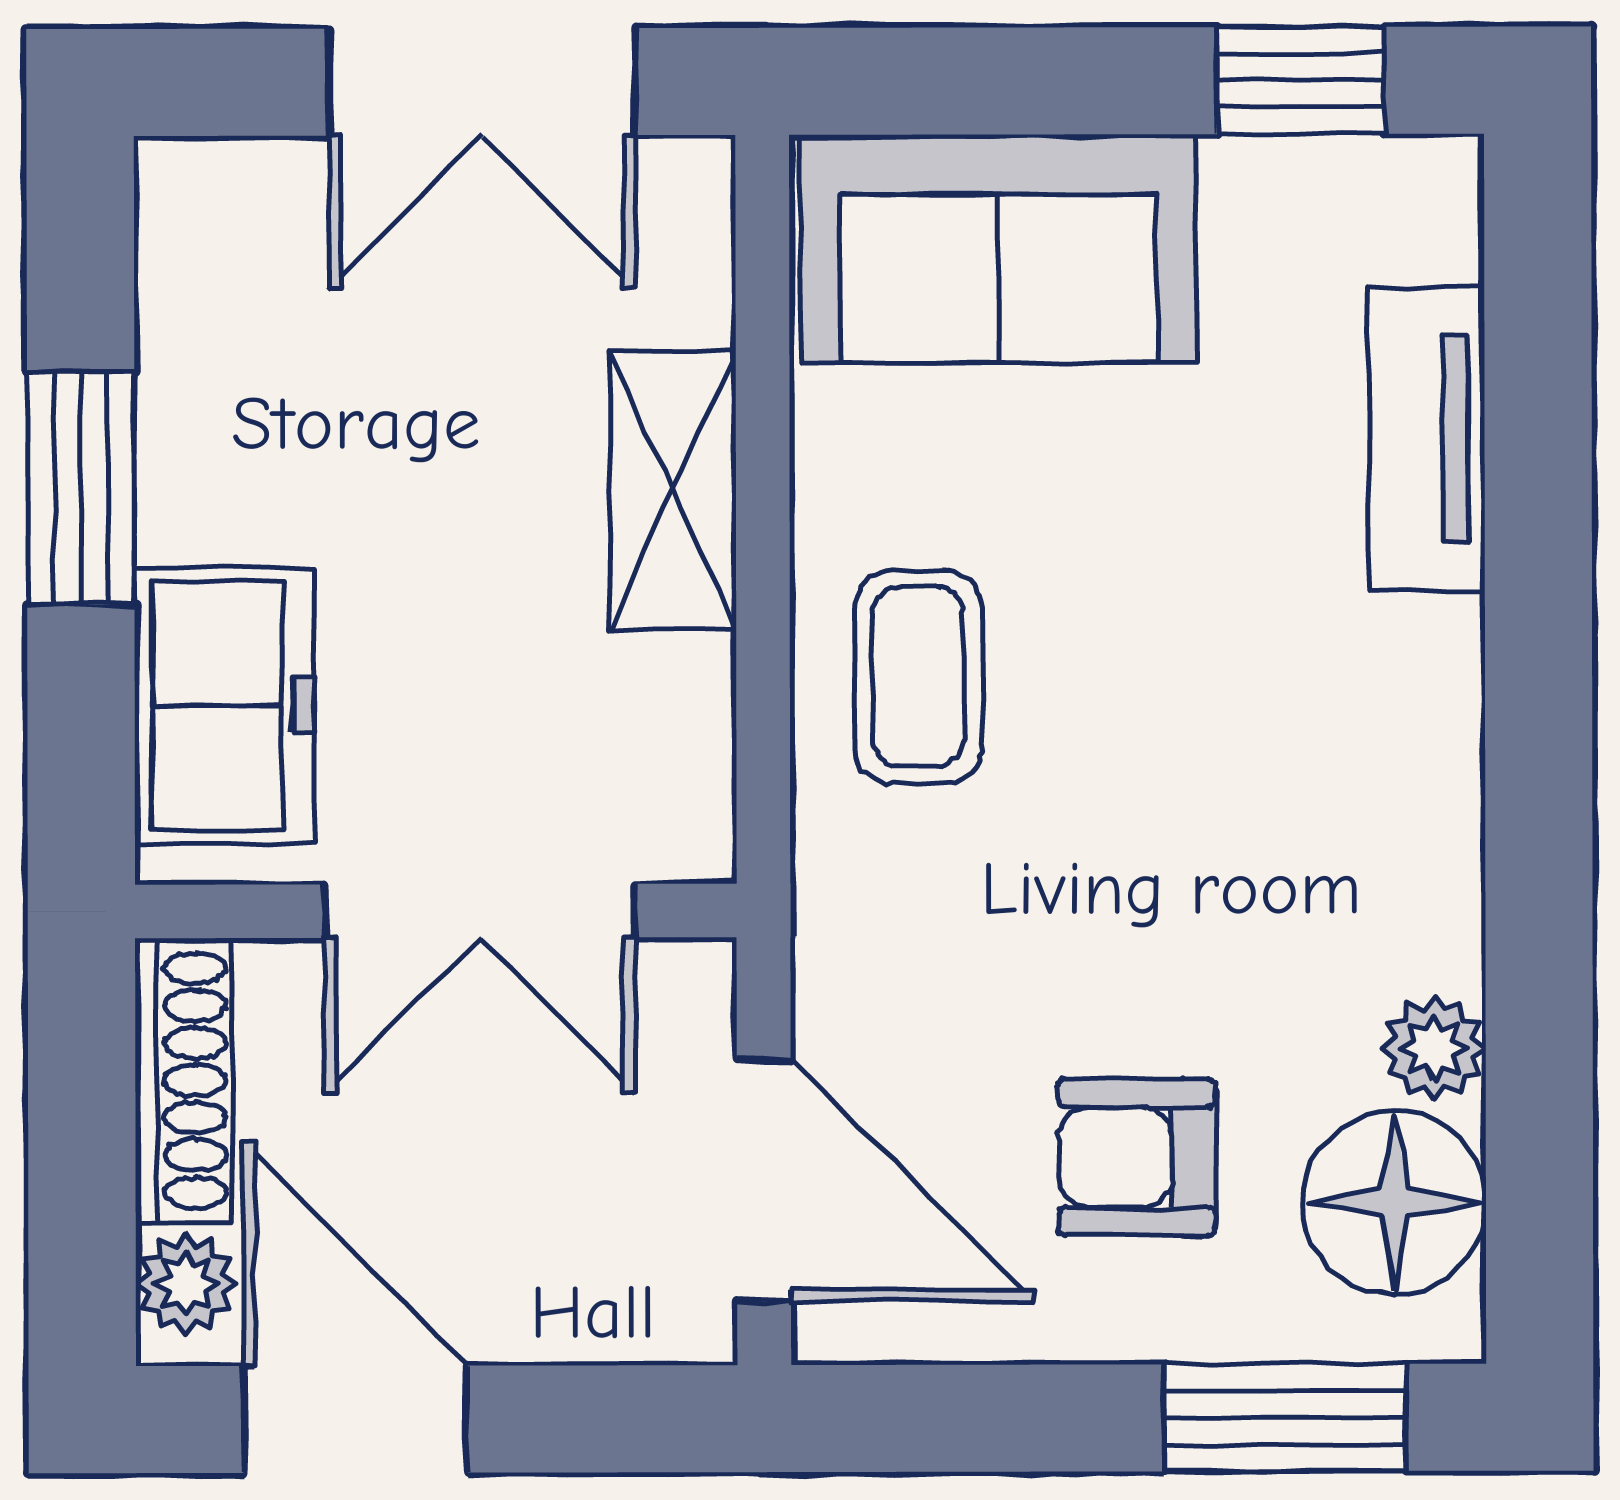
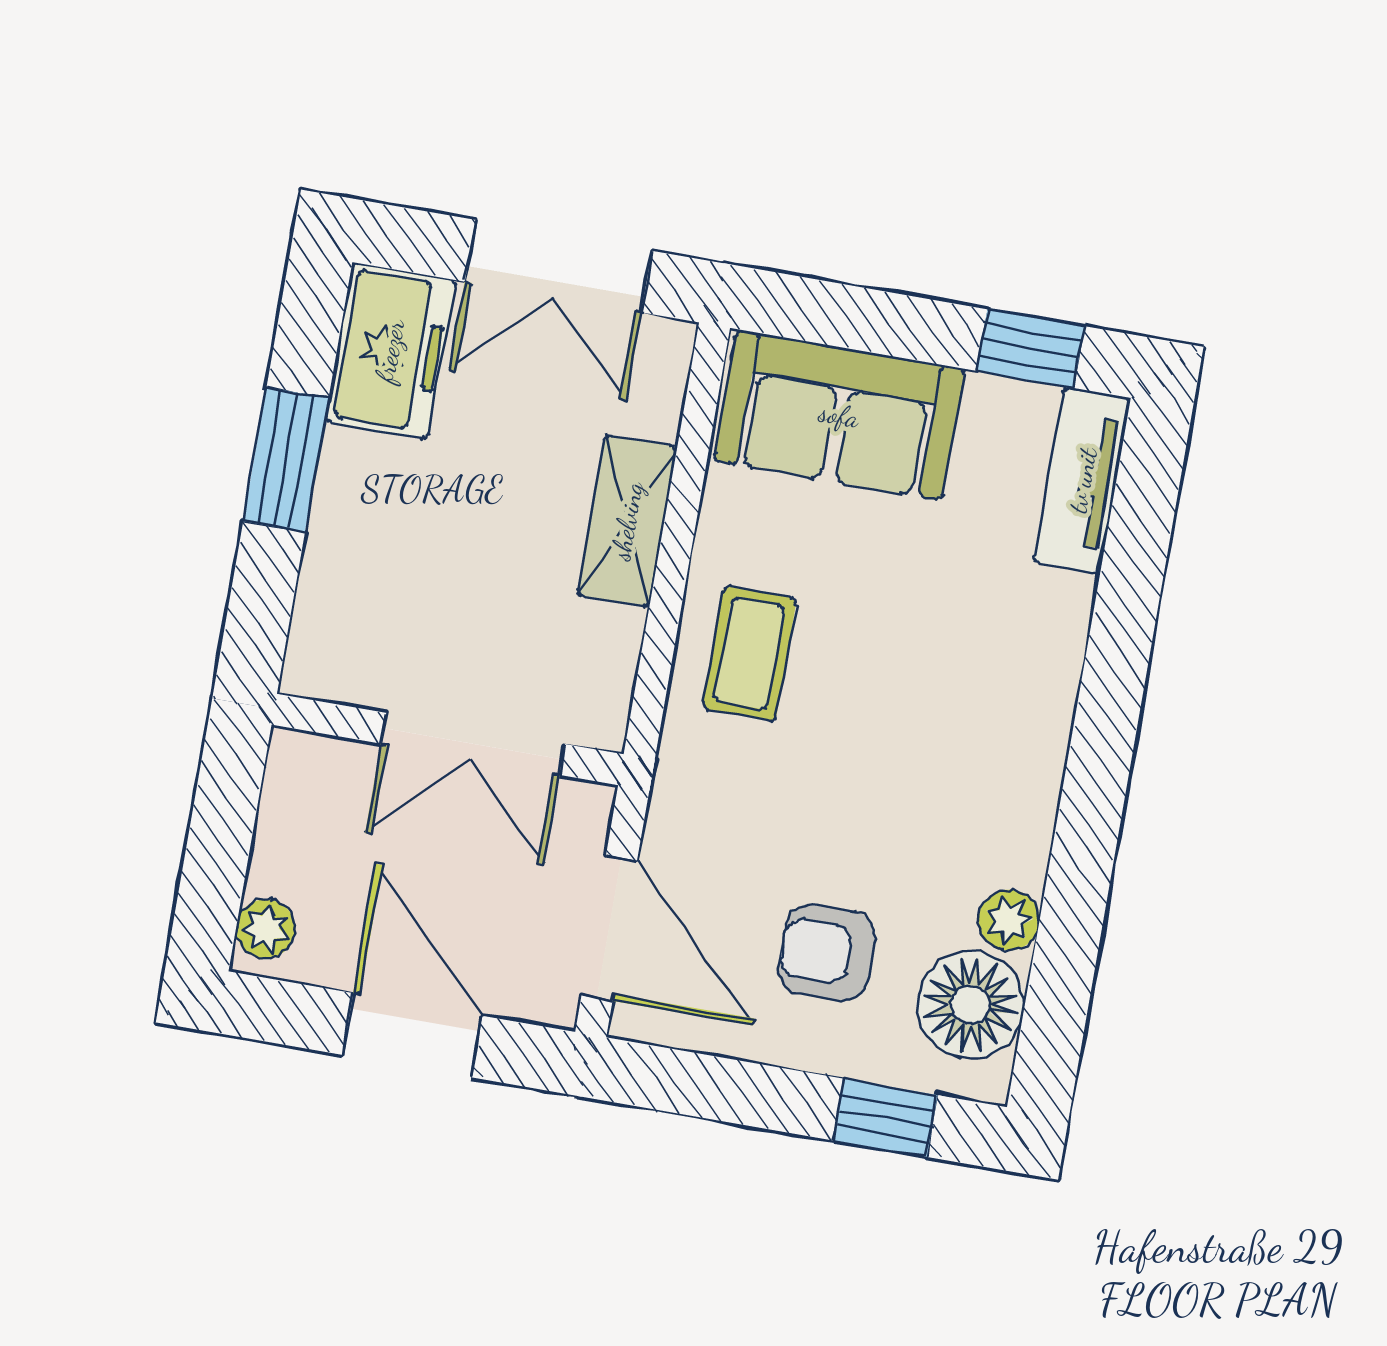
tv unit: (1426, 439) -> (1082, 480), moved
freezer: (224, 705) -> (390, 351), moved
shoe rack: (184, 1080) -> (285, 811), removed
window: (1285, 1418) -> (886, 1118), width x0.67
door: (355, 1419) -> (413, 1035), moved

